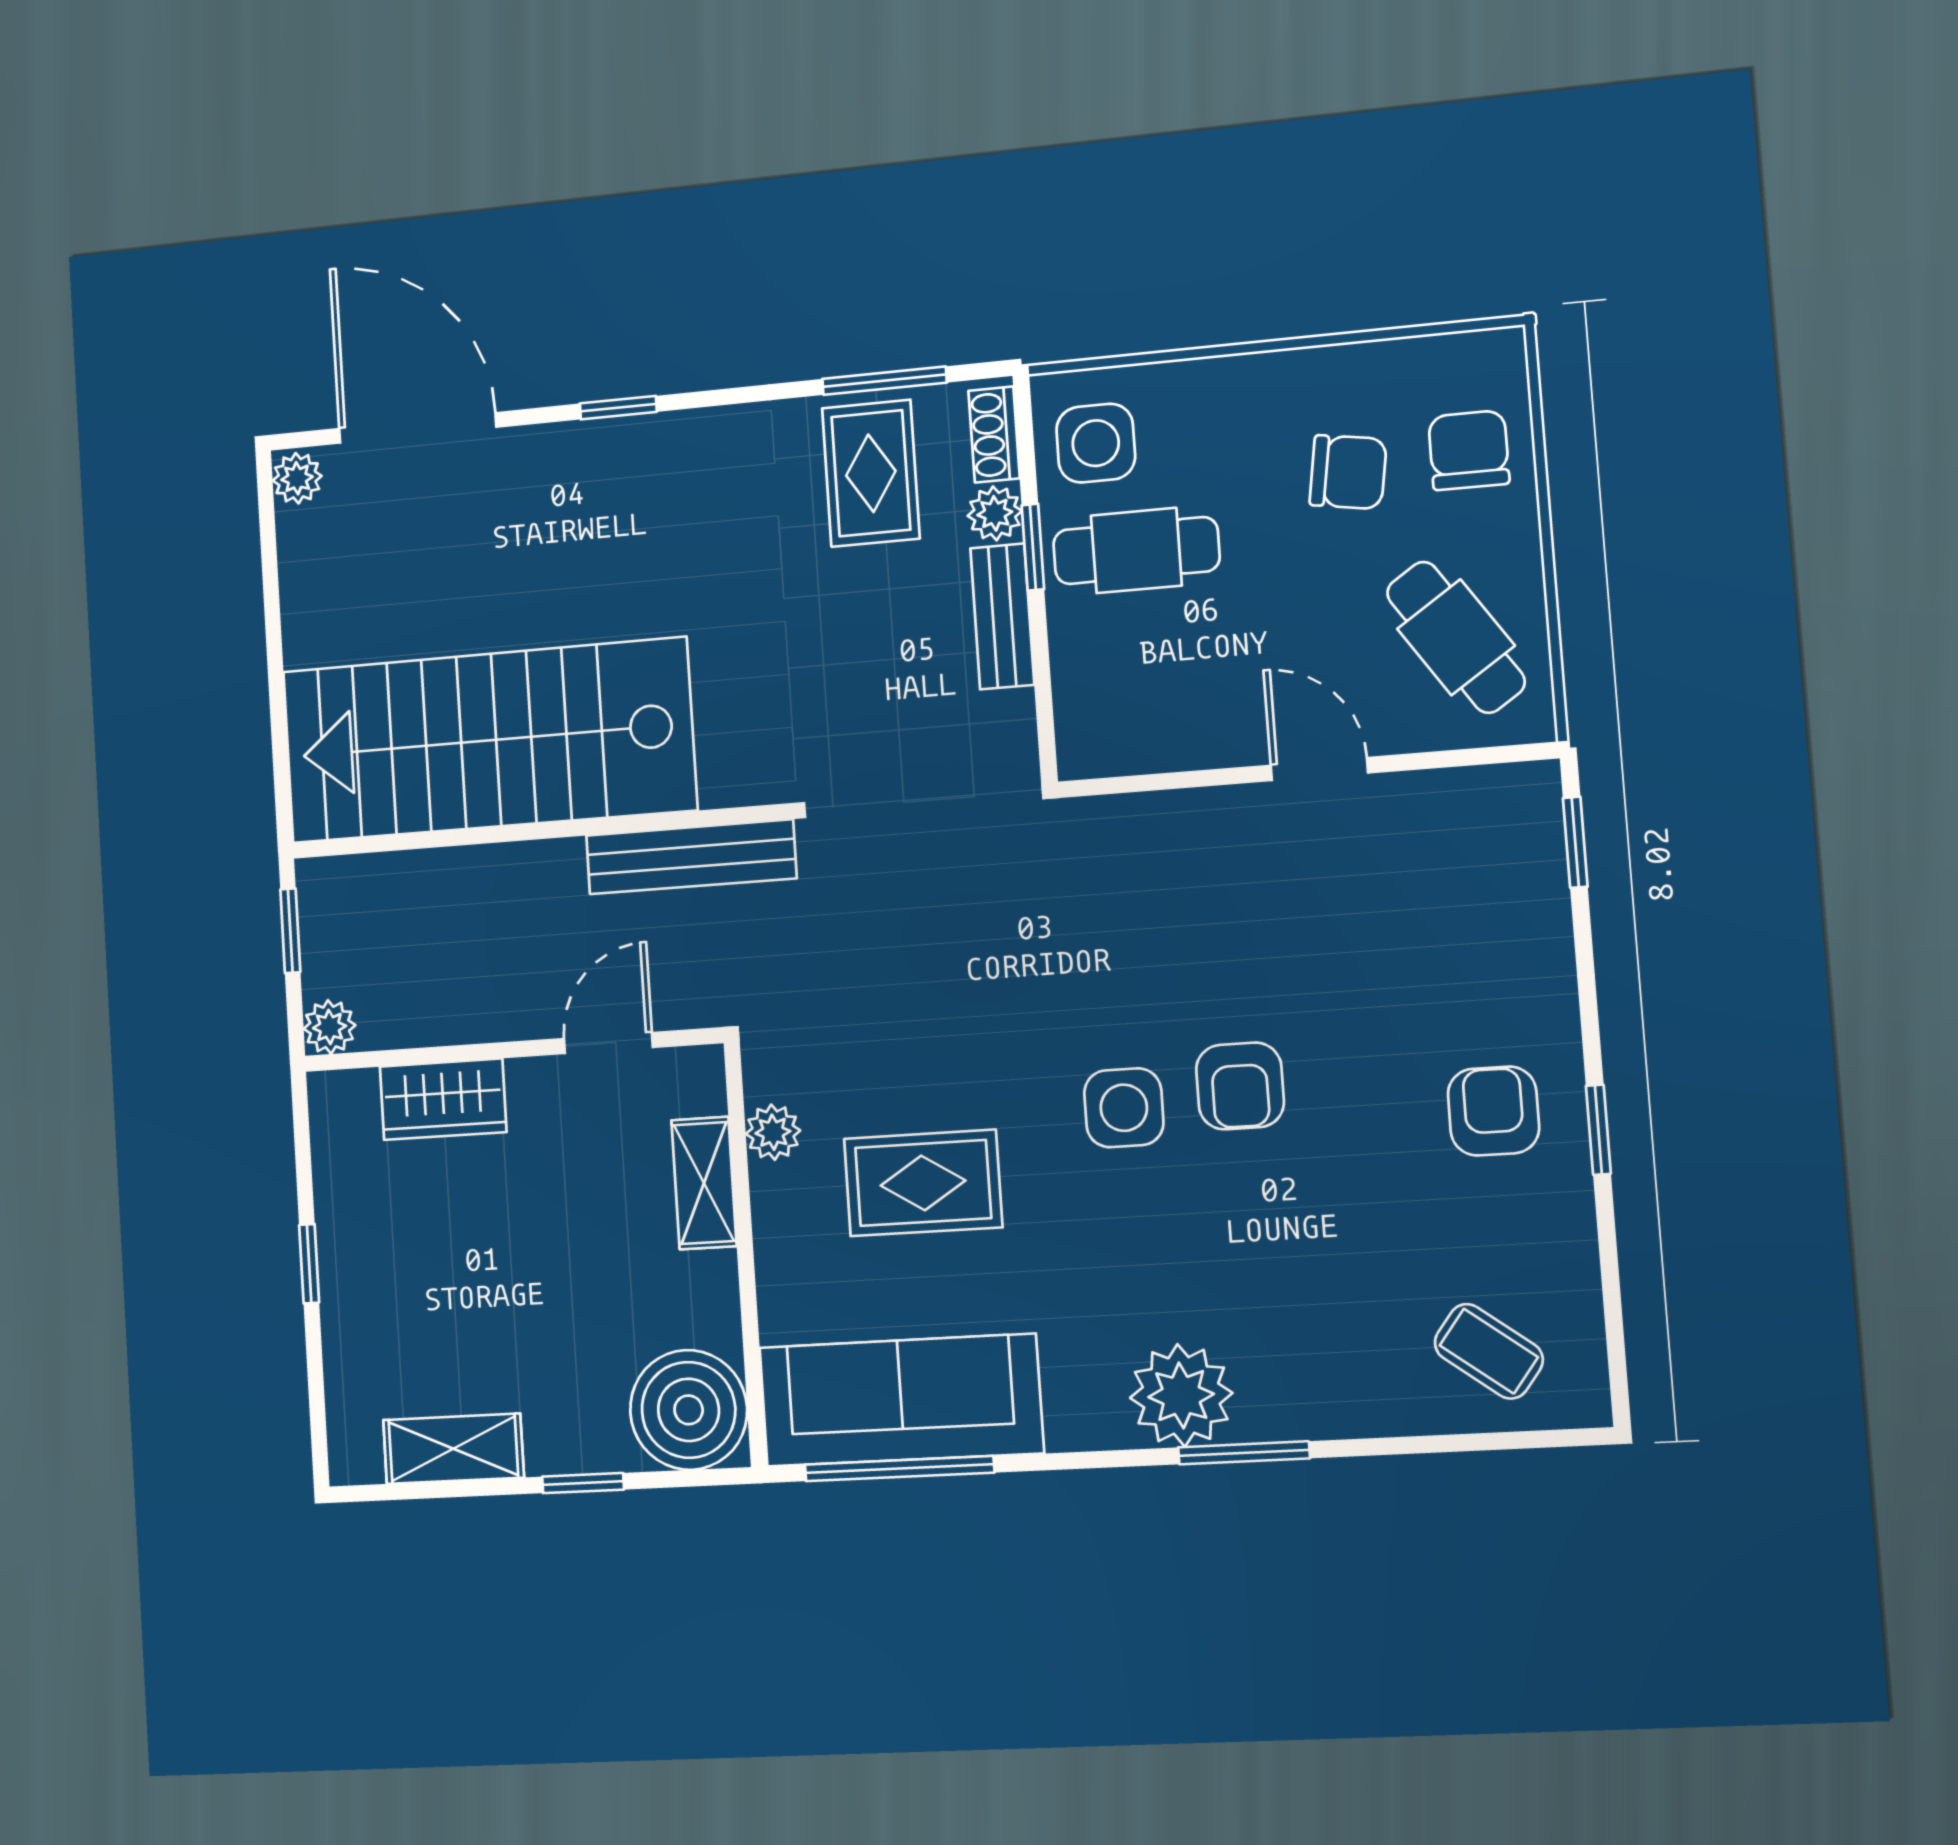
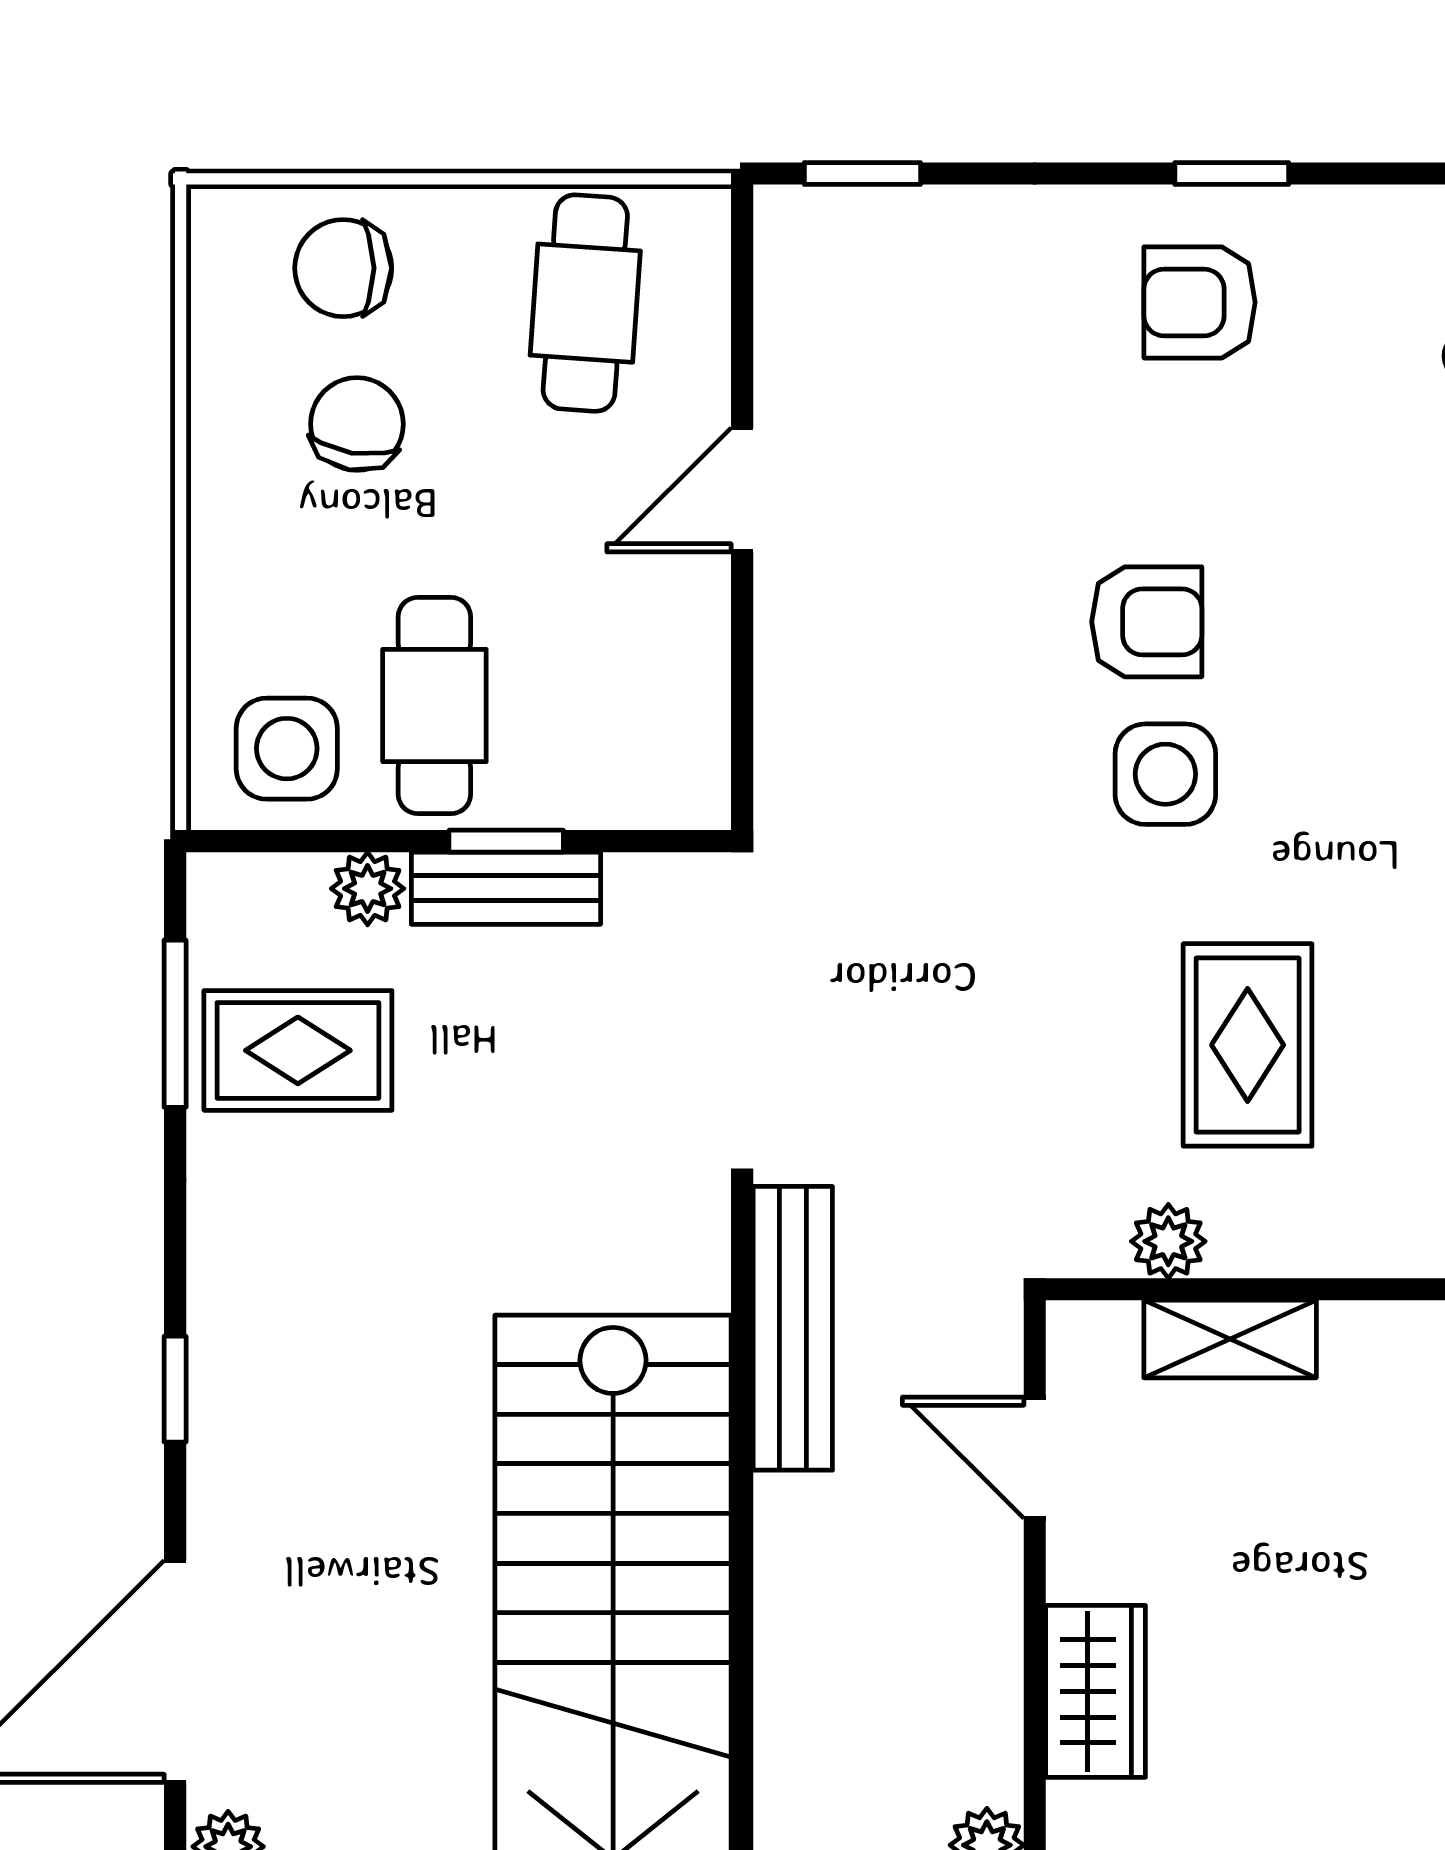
shoe rack: (994, 434) -> (262, 882), removed
window: (1033, 547) -> (506, 841), moved
cafe table: (1456, 637) -> (585, 303), turned -52

